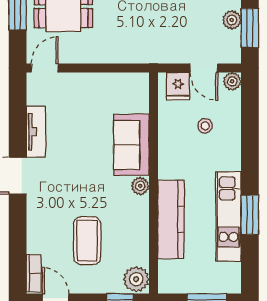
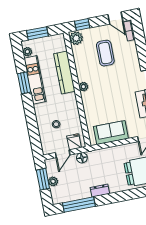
floor lamp: (169, 54) -> (82, 158), added
door: (204, 68) -> (63, 154), swing flipped
plant: (232, 81) -> (27, 52), moved
sofa: (131, 145) -> (111, 133), moved, turned -90

